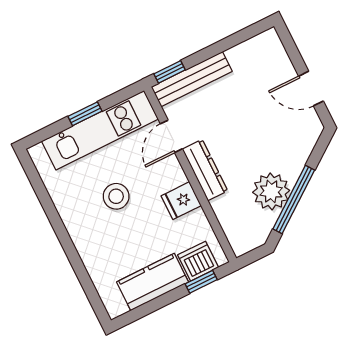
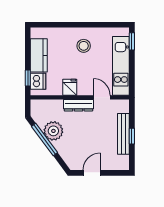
window: (170, 72) -> (132, 136), moved
bench: (192, 79) -> (123, 134), moved
window: (85, 114) -> (132, 41), moved
stool: (116, 196) -> (84, 46), moved

